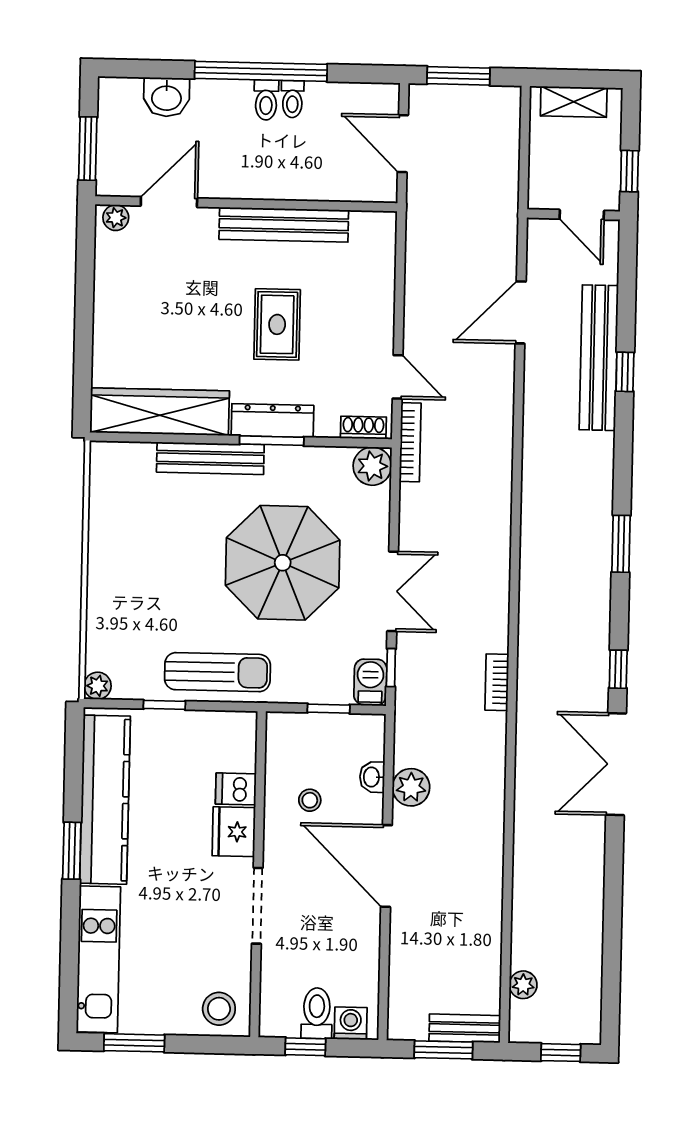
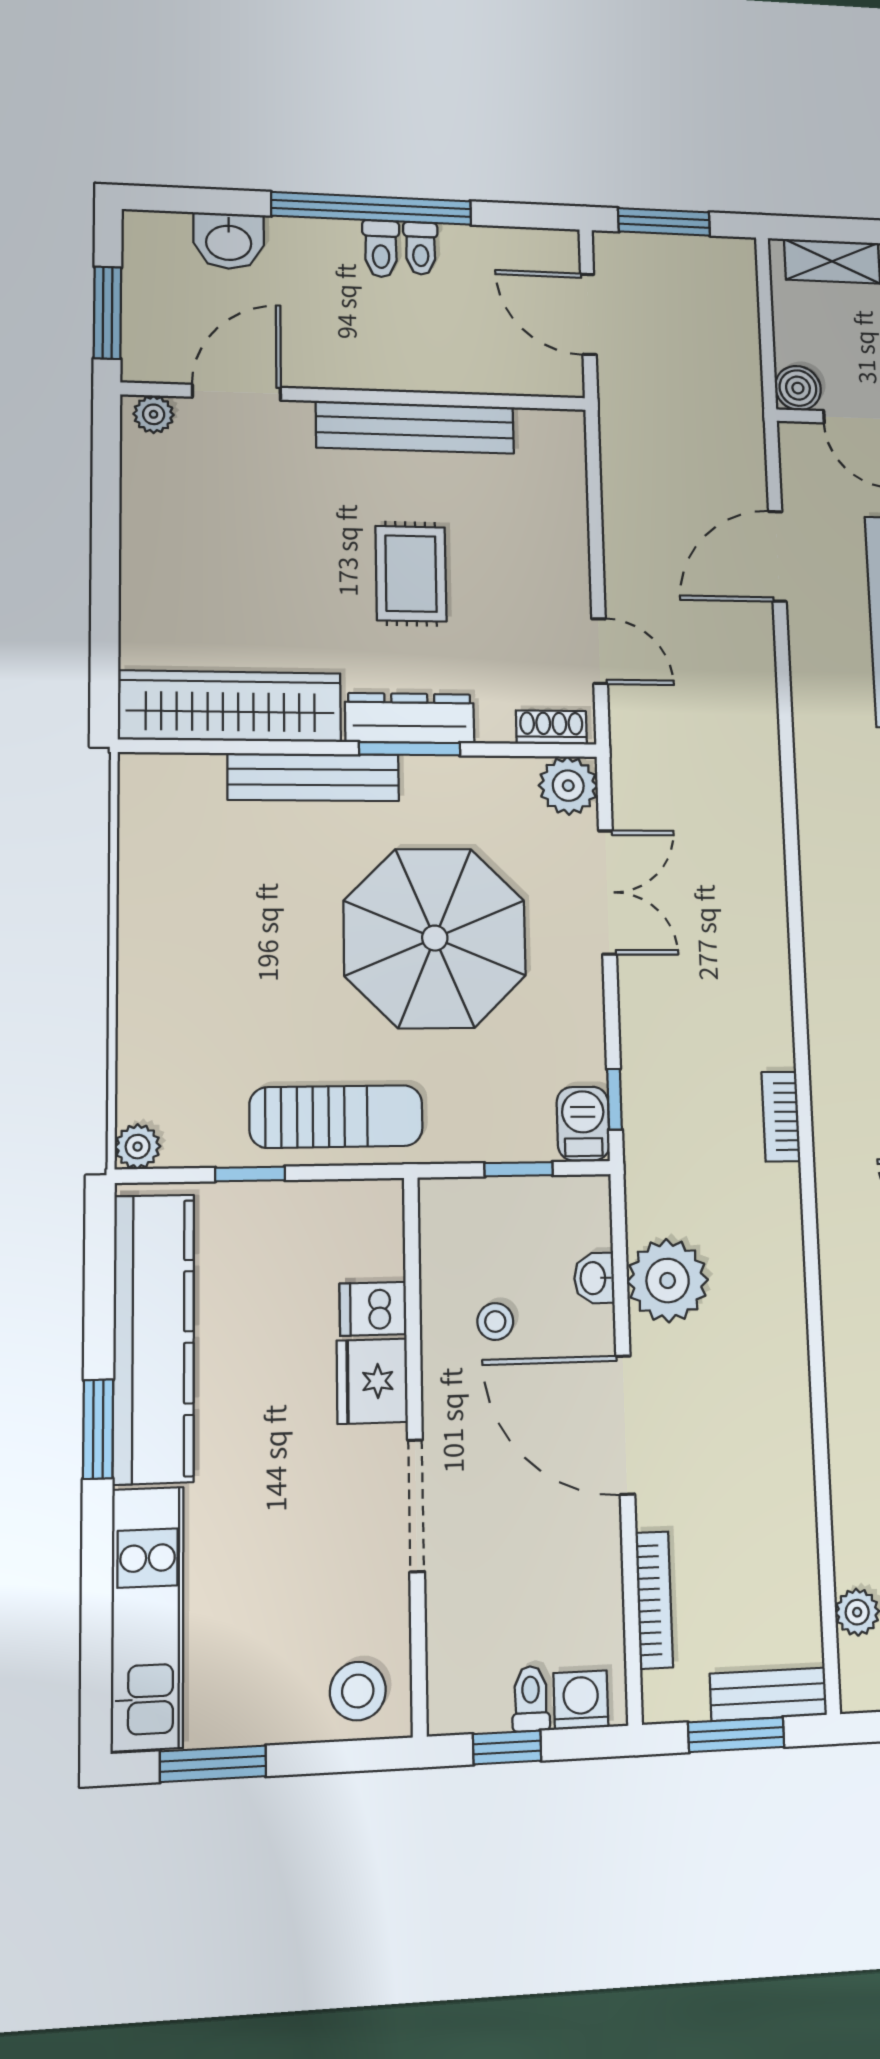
boiler: (543, 194) -> (798, 388), added
bookcase: (410, 442) -> (654, 1600), moved
double door: (393, 591) -> (608, 892), moved
plant: (411, 787) -> (668, 1281), width x1.36, depth x1.36
toilet: (317, 1013) -> (531, 1699), width x0.73, depth x0.72

